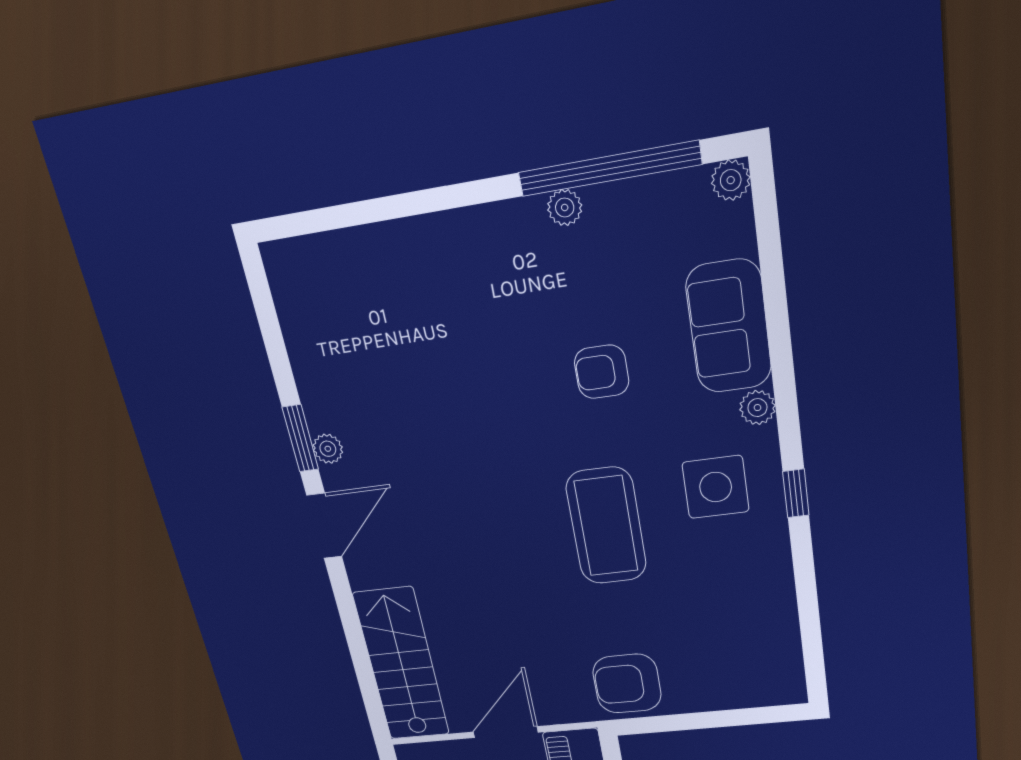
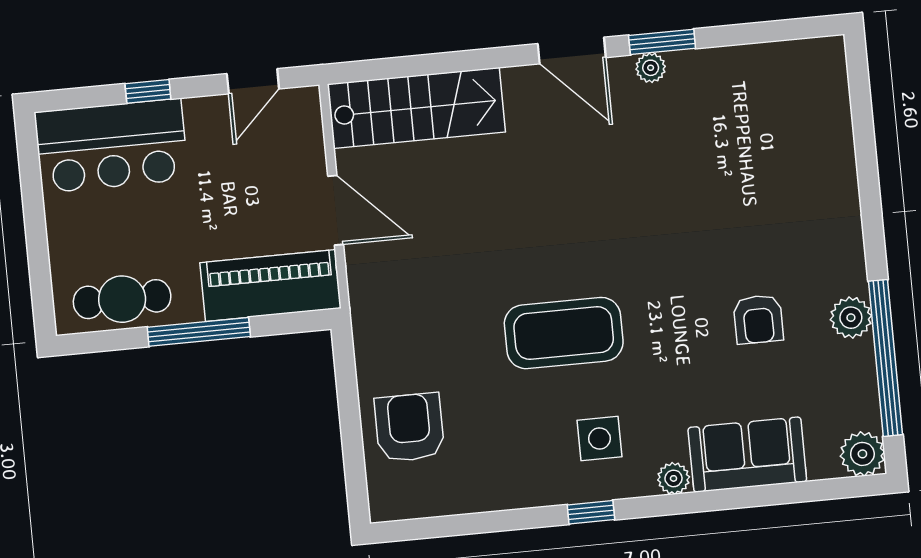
plant: (731, 180) -> (862, 454), width x1.38, depth x1.38
plant: (565, 208) -> (851, 318), width x1.38, depth x1.38
armchair: (602, 372) -> (758, 319), moved, turned 180
side table: (716, 487) -> (599, 439), width x0.73, depth x0.73
armchair: (627, 684) -> (409, 428), moved

